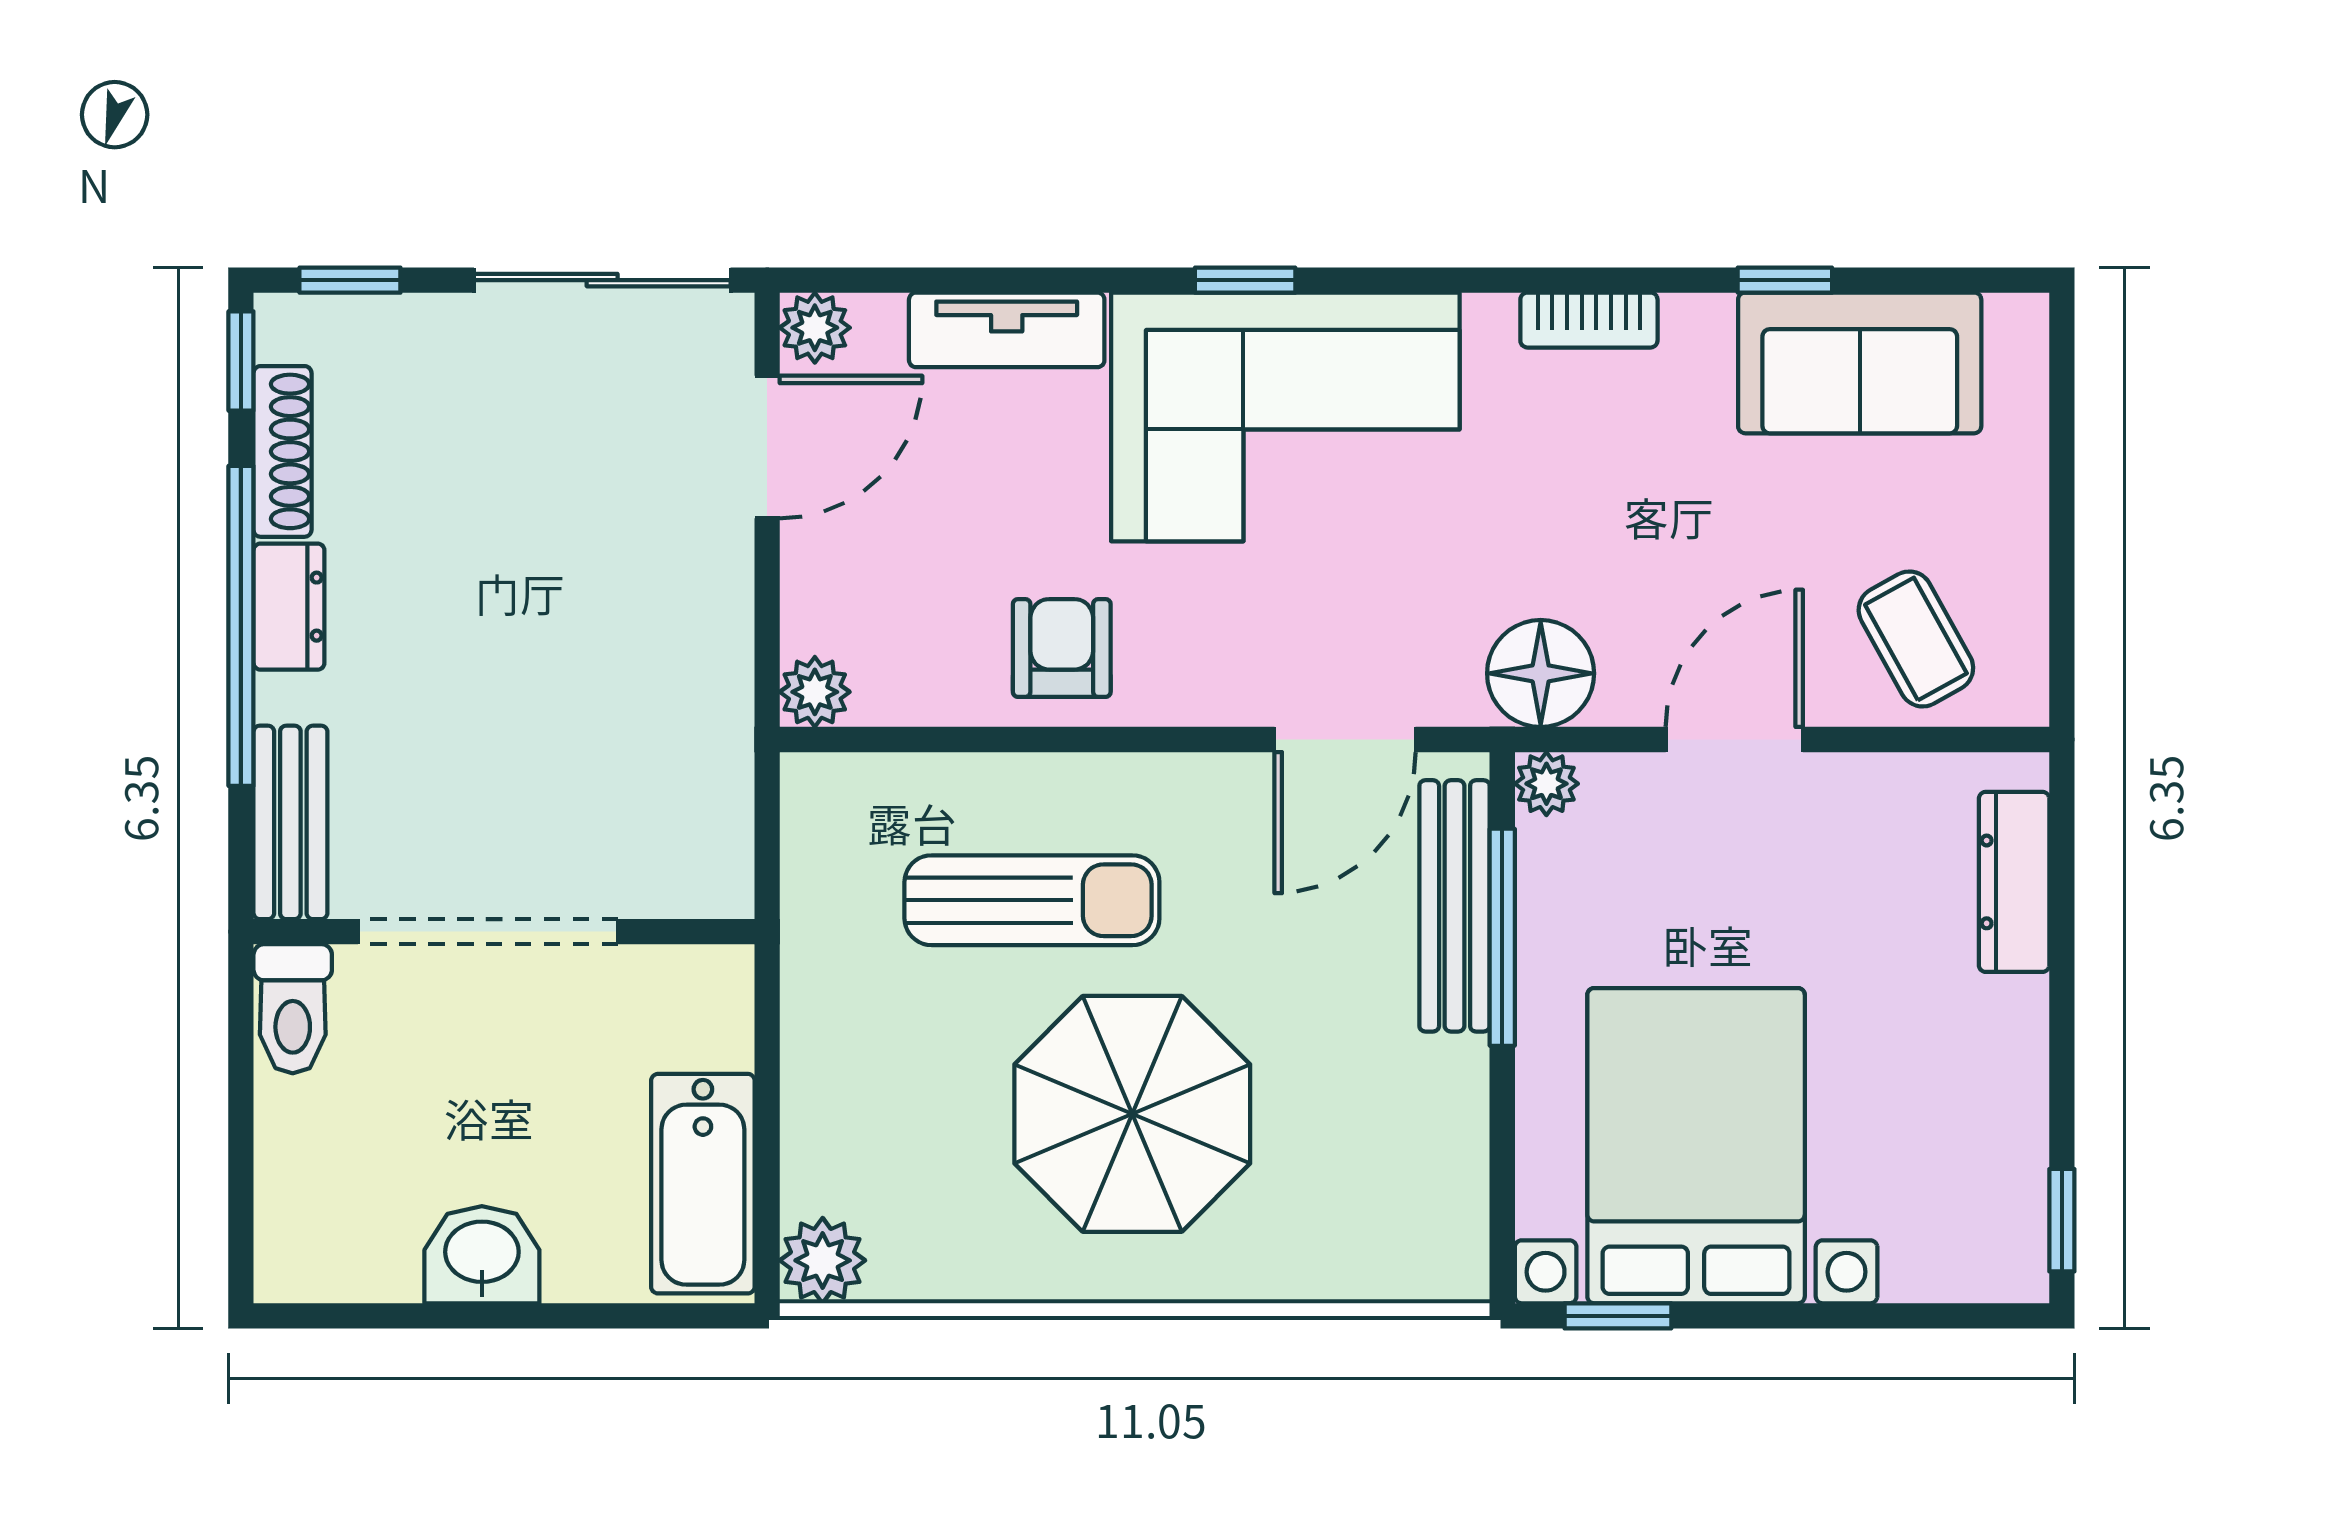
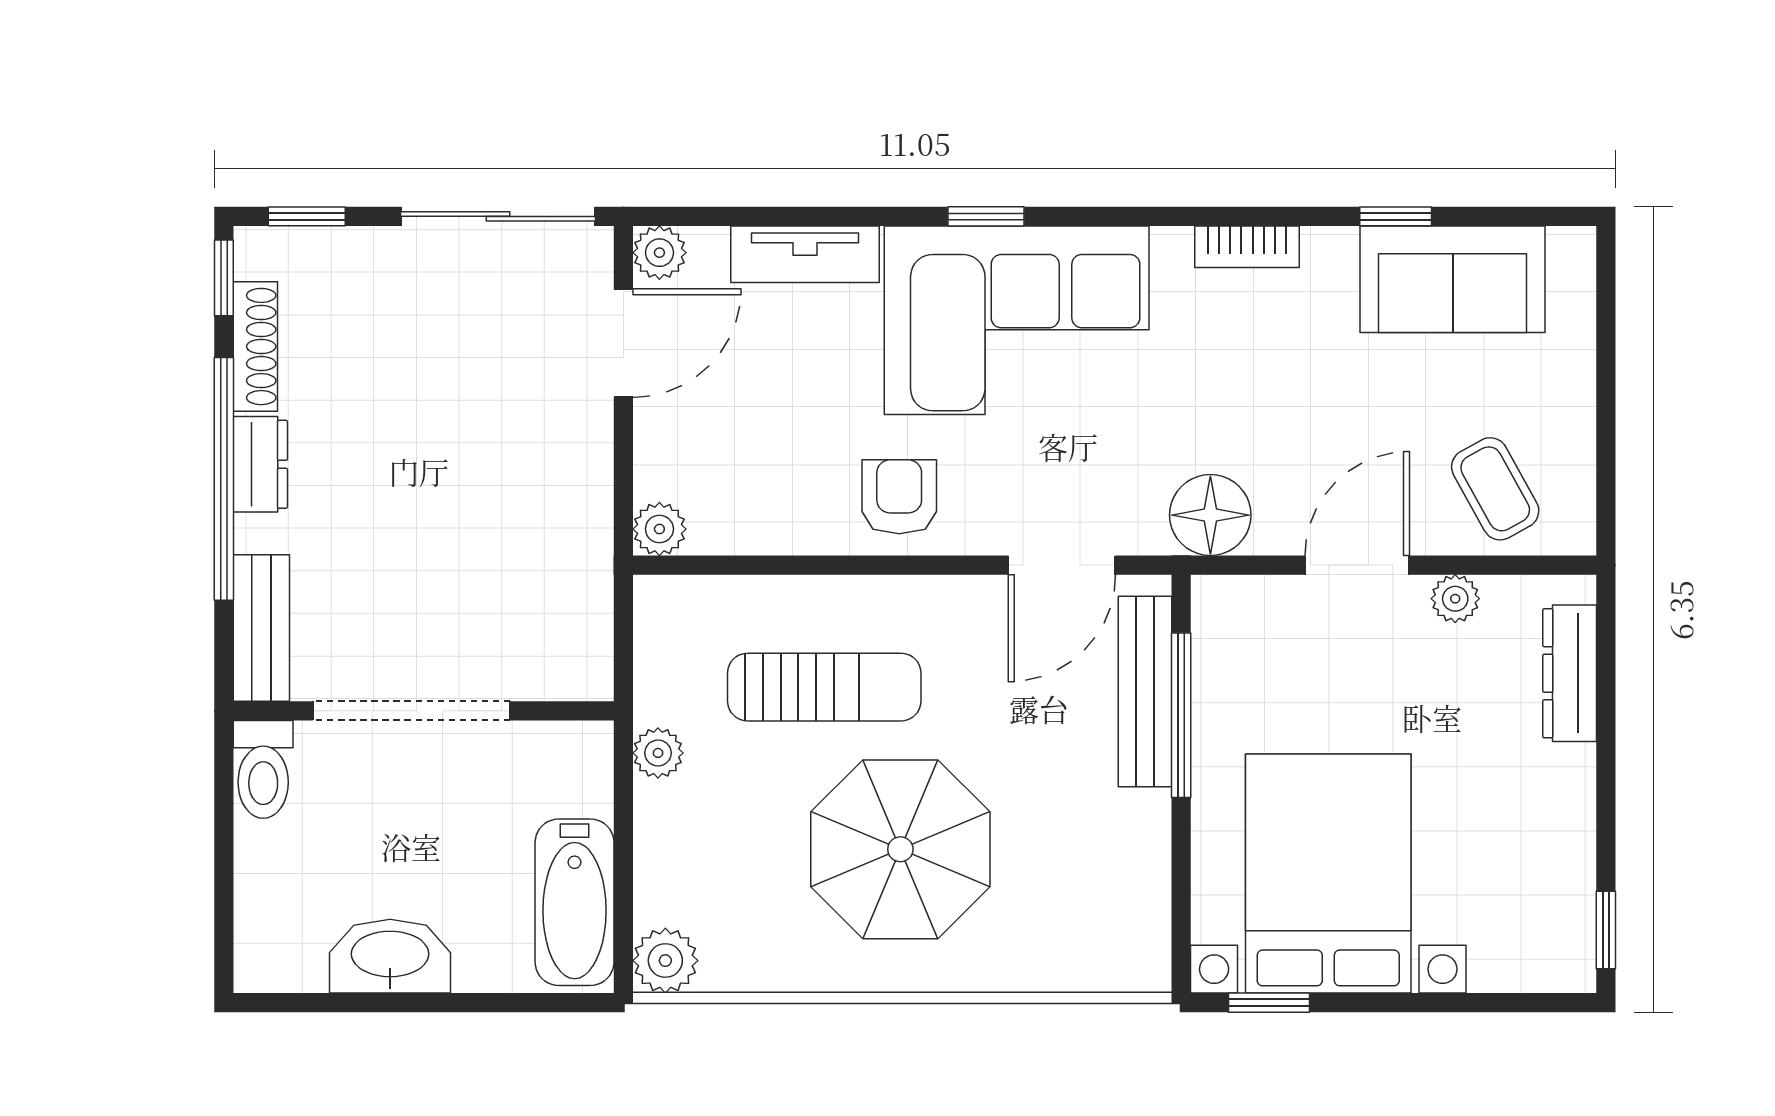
armchair: (1062, 648) -> (899, 497), moved
plant: (1546, 784) -> (1455, 599), moved
plant: (813, 987) -> (658, 753), added
washbasin: (482, 1255) -> (390, 956), width x1.38

